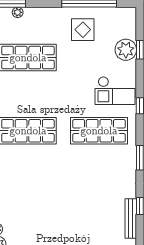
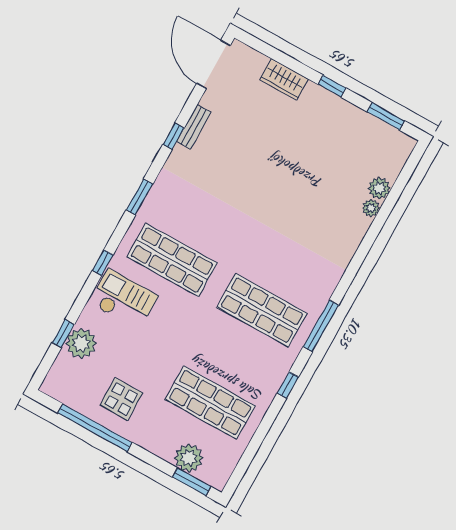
plant: (18, 12) -> (189, 458), width x1.88, depth x1.88
bench: (131, 219) -> (194, 127), width x0.73

